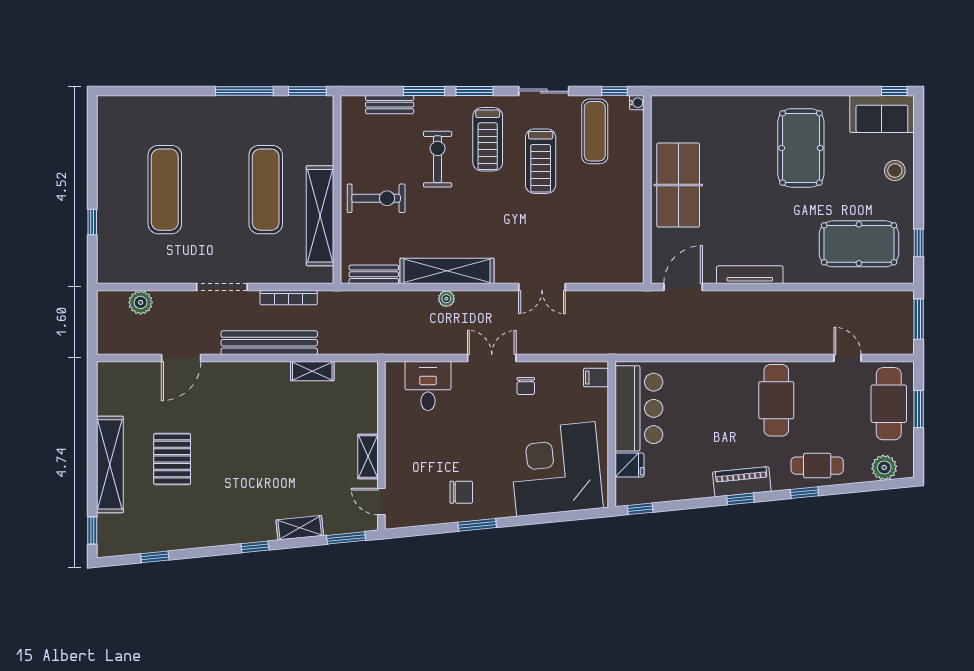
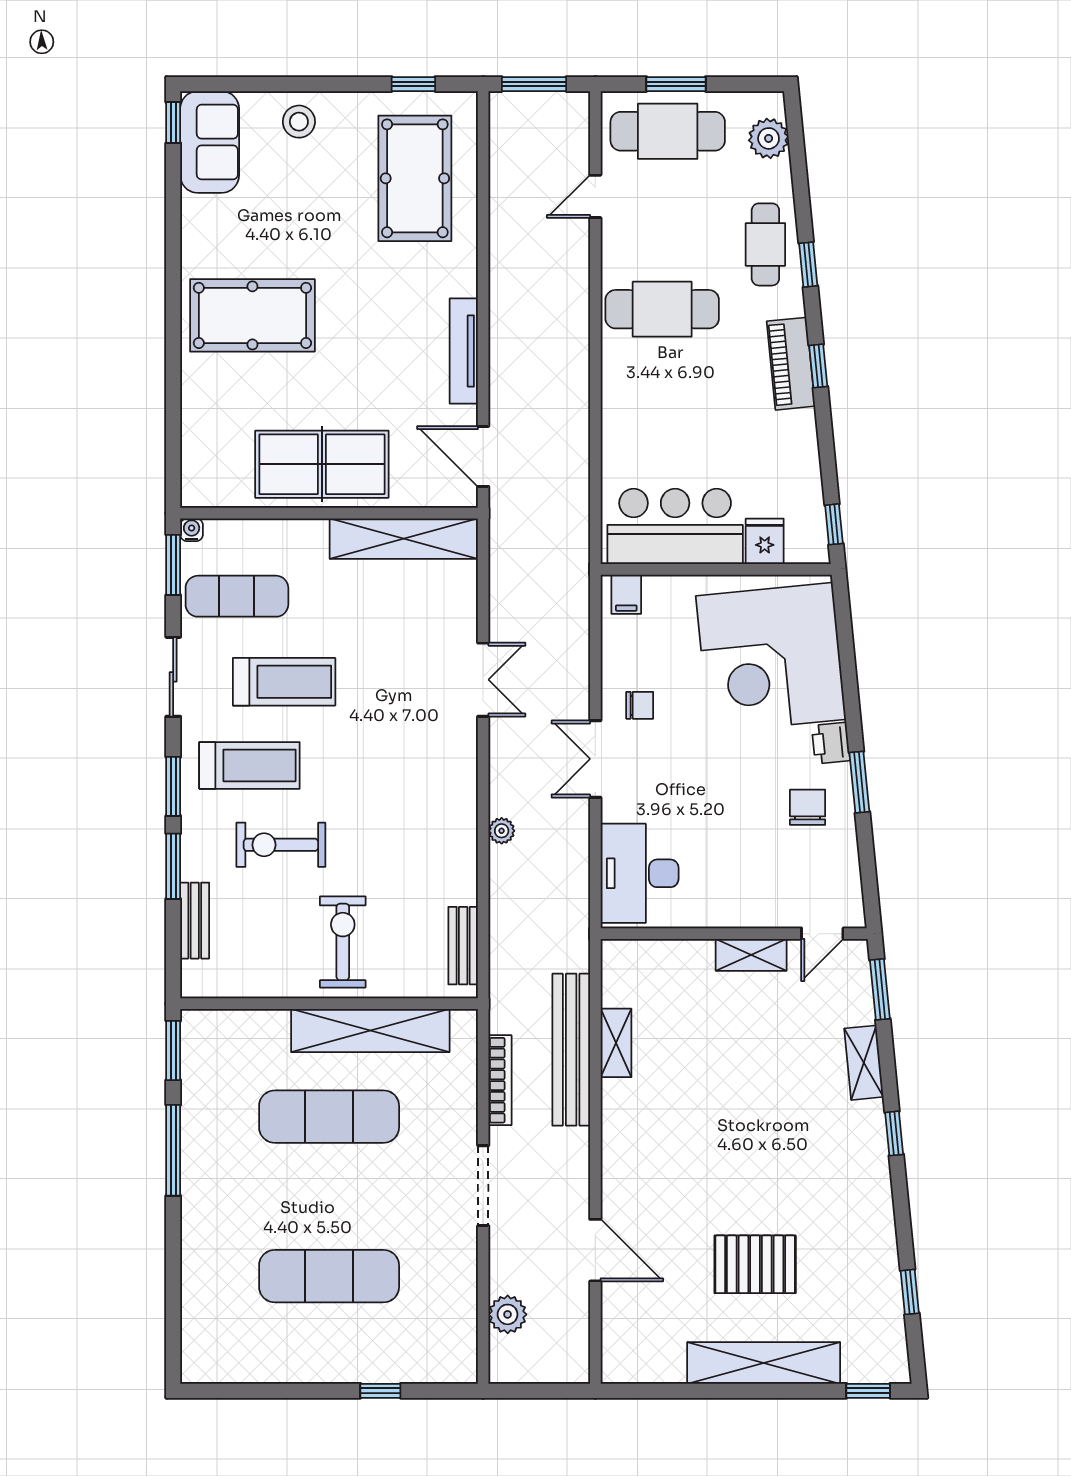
window: (615, 91) -> (173, 565), width x1.50
pool table: (801, 148) -> (252, 315), moved
shelving: (447, 271) -> (404, 539), moved, turned 90
bench: (269, 343) -> (571, 1050), moved
desk: (428, 386) -> (640, 873), width x1.37
printer: (502, 507) -> (831, 743), added

